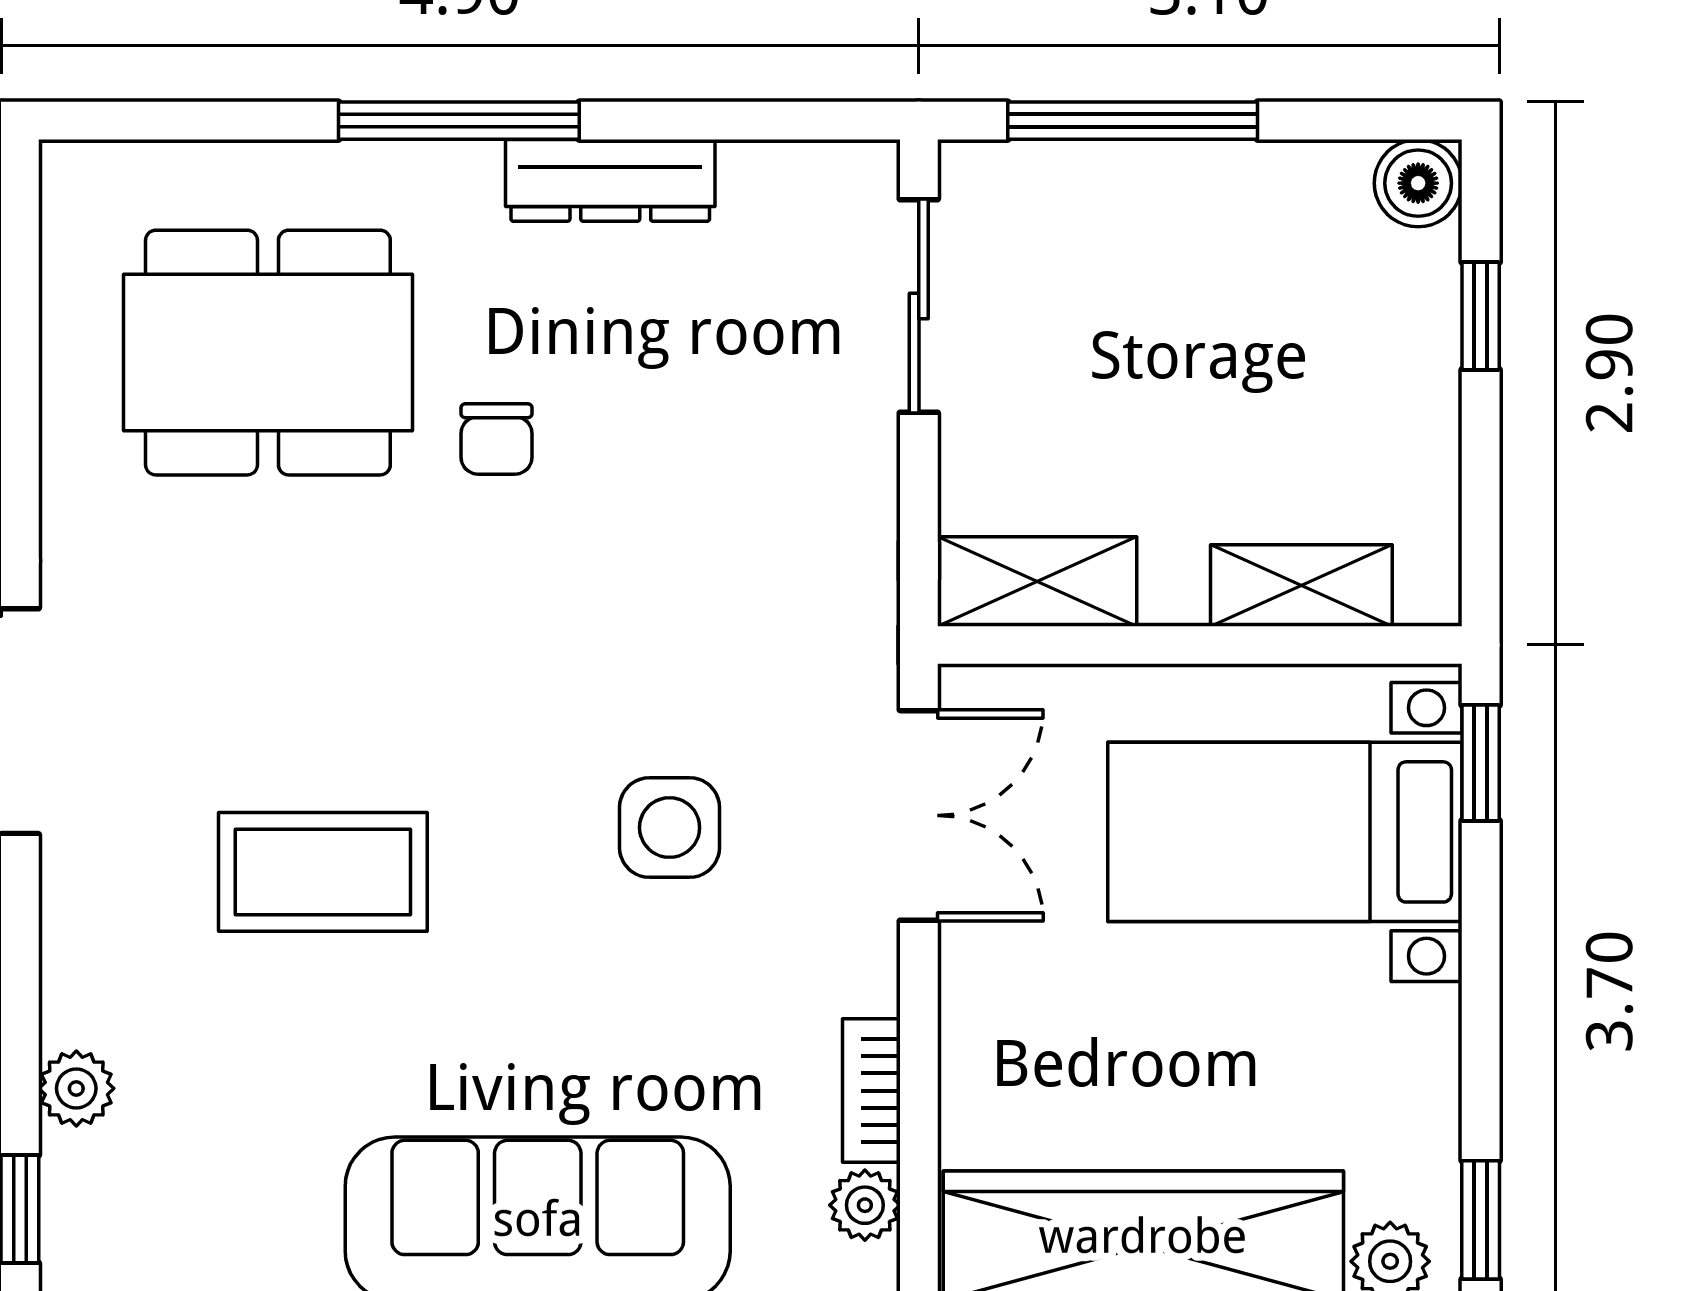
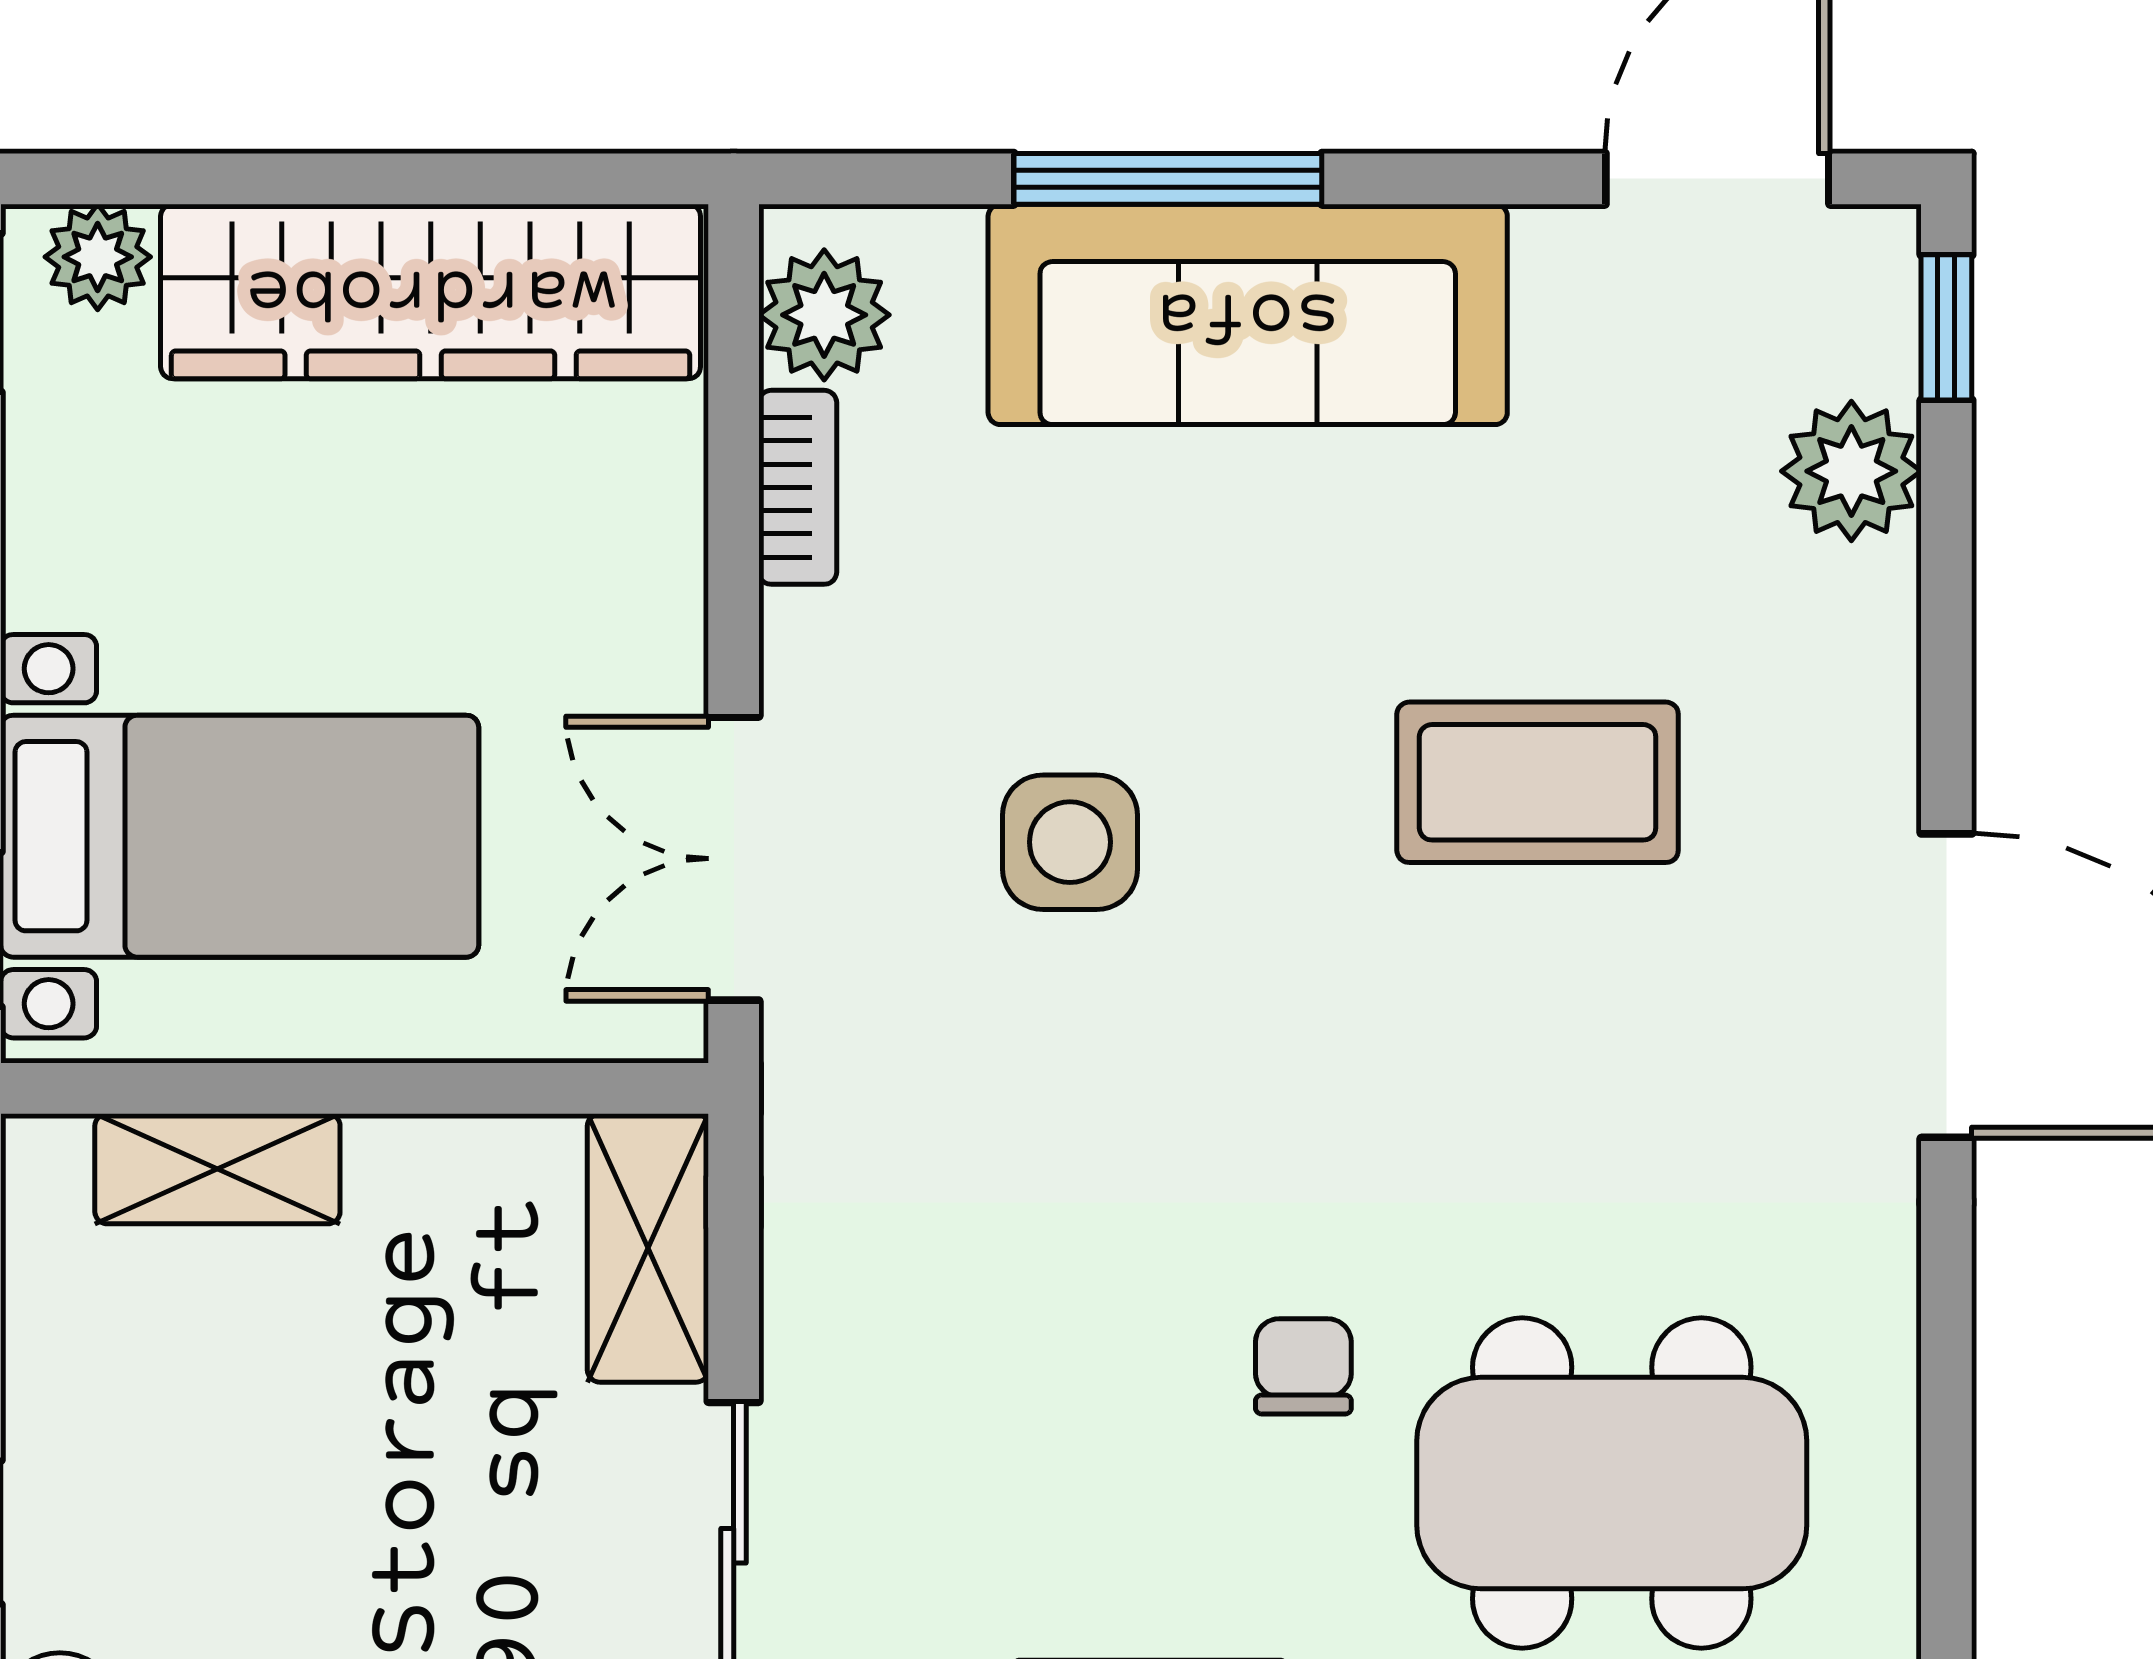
shelving: (1037, 581) -> (648, 1248), moved, turned 90
plant: (76, 1088) -> (1851, 471), width x1.38, depth x1.38
plant: (865, 1205) -> (824, 315), width x1.38, depth x1.38

